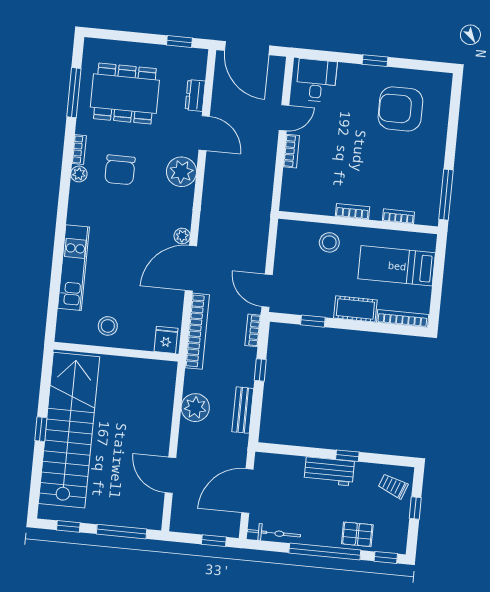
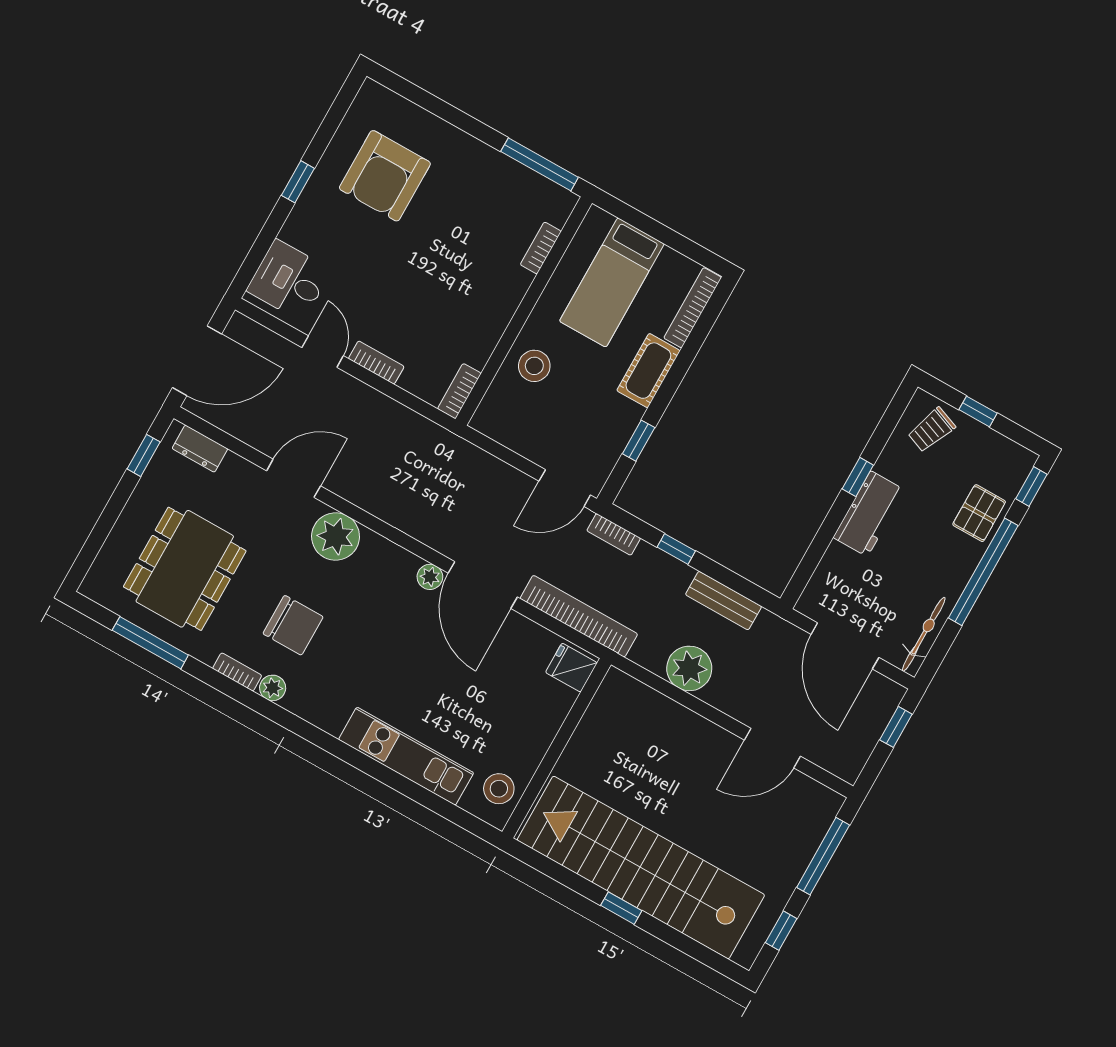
dresser: (195, 95) -> (200, 449), moved
bookcase: (353, 211) -> (459, 391), moved
stool: (108, 326) -> (499, 789), moved

